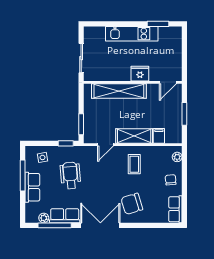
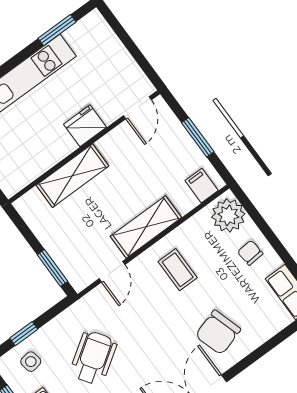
shelving: (119, 91) -> (73, 176), width x0.68
filing cabinet: (159, 136) -> (202, 186), moved
window: (66, 143) -> (24, 334), moved
plant: (177, 157) -> (228, 215), width x1.87, depth x1.87
wheelchair: (70, 175) -> (93, 358), turned 61

